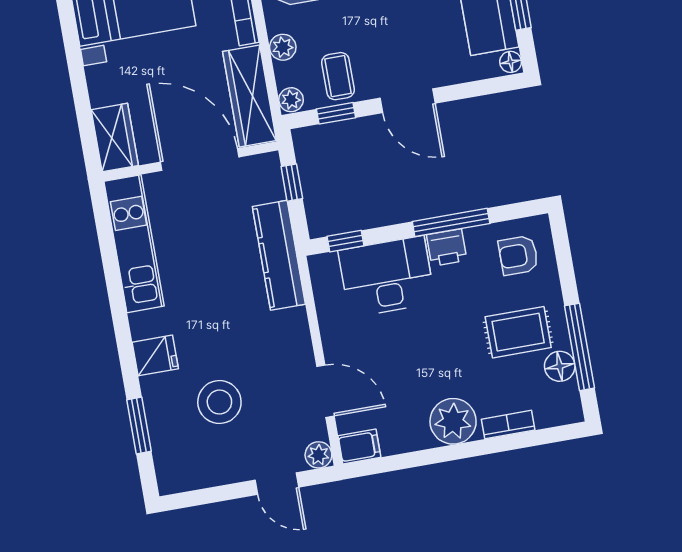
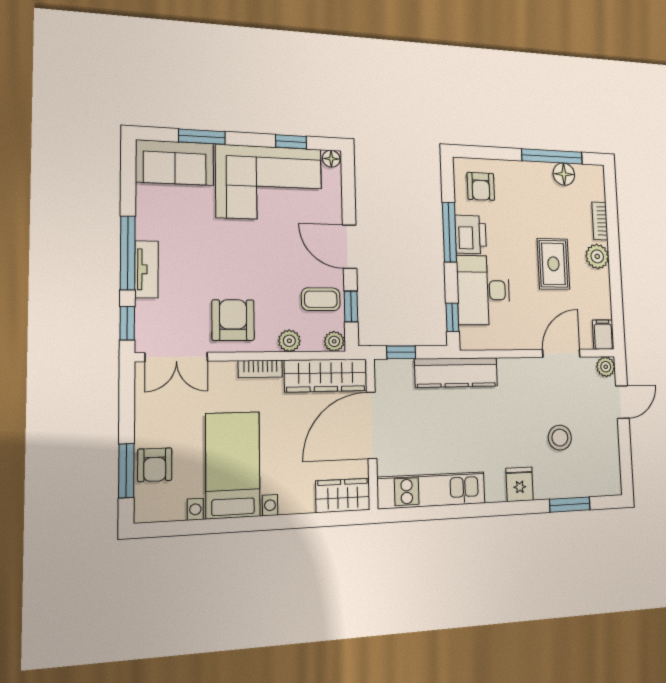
door: (408, 101) -> (350, 247), swing flipped
printer: (447, 248) -> (471, 234), width x1.36, depth x1.24
rug: (518, 332) -> (553, 264), moved
stool: (219, 402) -> (560, 438), width x0.73, depth x0.73
plant: (453, 421) -> (597, 256), width x0.73, depth x0.73

